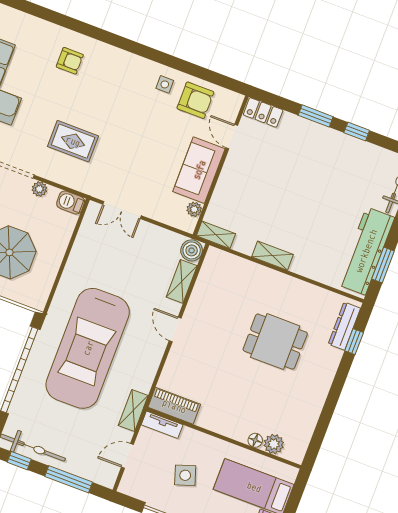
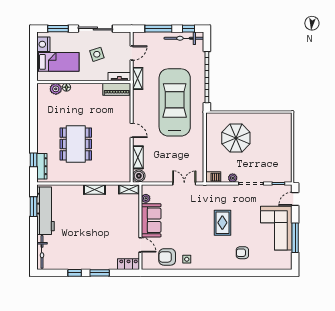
rug: (73, 141) -> (222, 223), moved, turned 90
dining table: (275, 342) -> (76, 144), width x1.37

